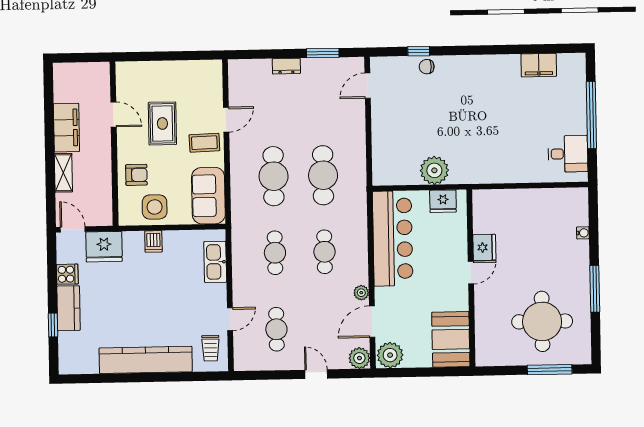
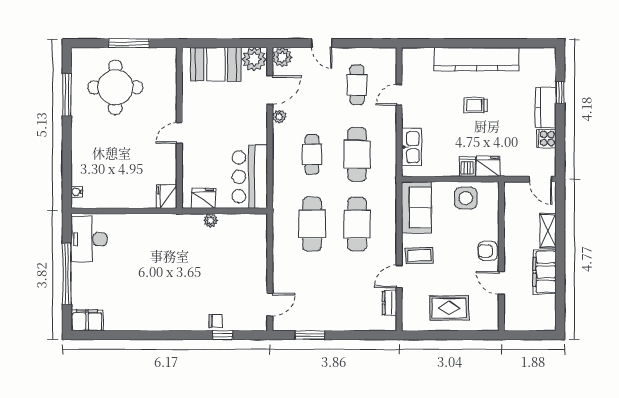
filing cabinet: (539, 65) -> (87, 320), moved
dresser: (286, 66) -> (389, 303), moved, turned -90
rug: (162, 123) -> (449, 308), moved, turned 90
desk: (568, 154) -> (89, 239), width x1.37
plant: (434, 170) -> (211, 220), width x0.53, depth x0.53
armchair: (136, 175) -> (488, 251), moved
water cooler: (583, 233) -> (77, 192), moved
bar counter: (393, 238) -> (250, 177), width x0.73
fridge: (104, 247) -> (488, 166), moved, width x0.73, depth x0.75
fridge: (484, 247) -> (167, 197), moved
cafe table: (275, 253) -> (357, 154), width x1.37, depth x1.35
window: (595, 289) -> (67, 95), moved
booth: (451, 339) -> (216, 64), moved, turned 90
trolley: (211, 348) -> (476, 105), moved, turned -90
window: (550, 370) -> (129, 43), moved

